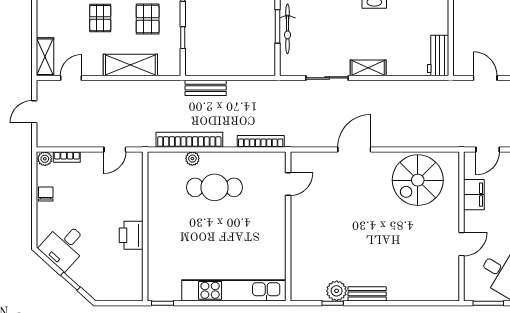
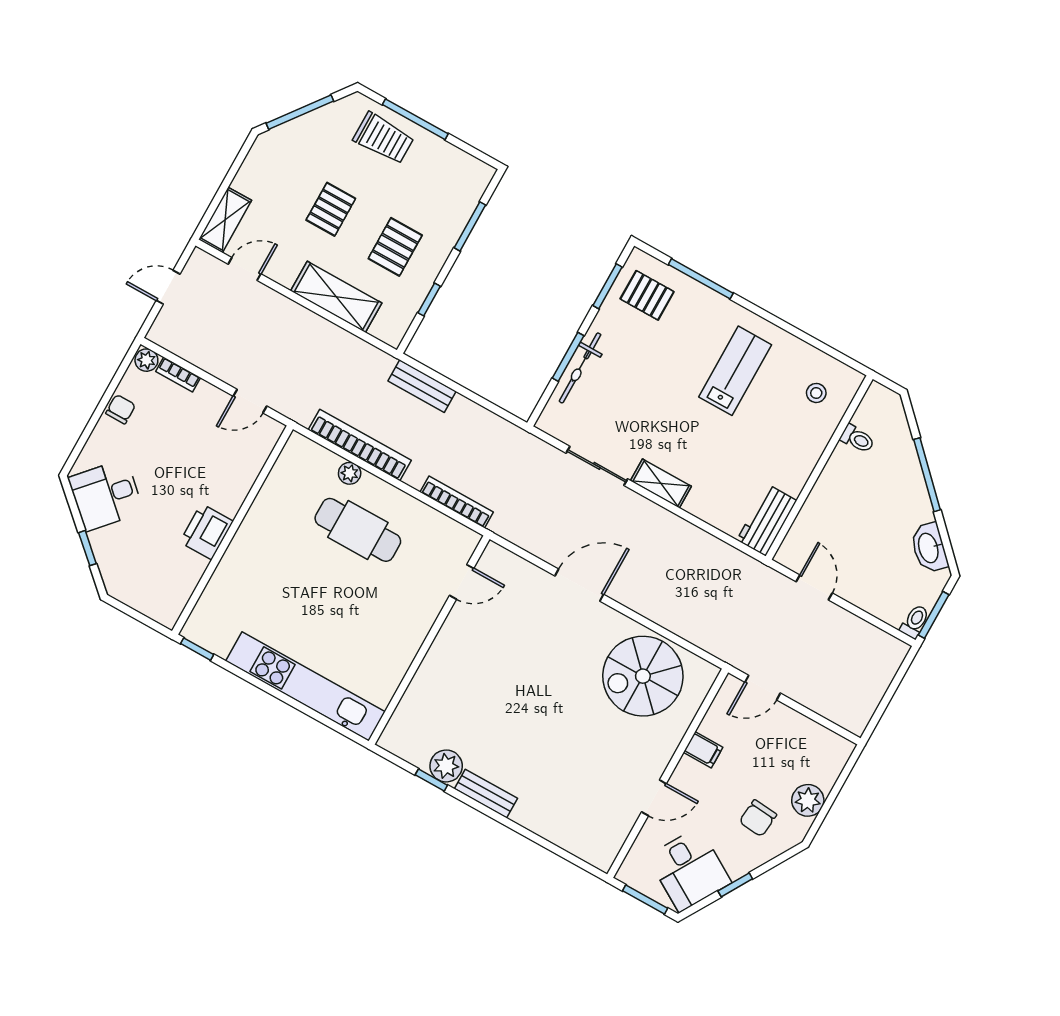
filing cabinet: (474, 195) -> (703, 750), width x0.50

